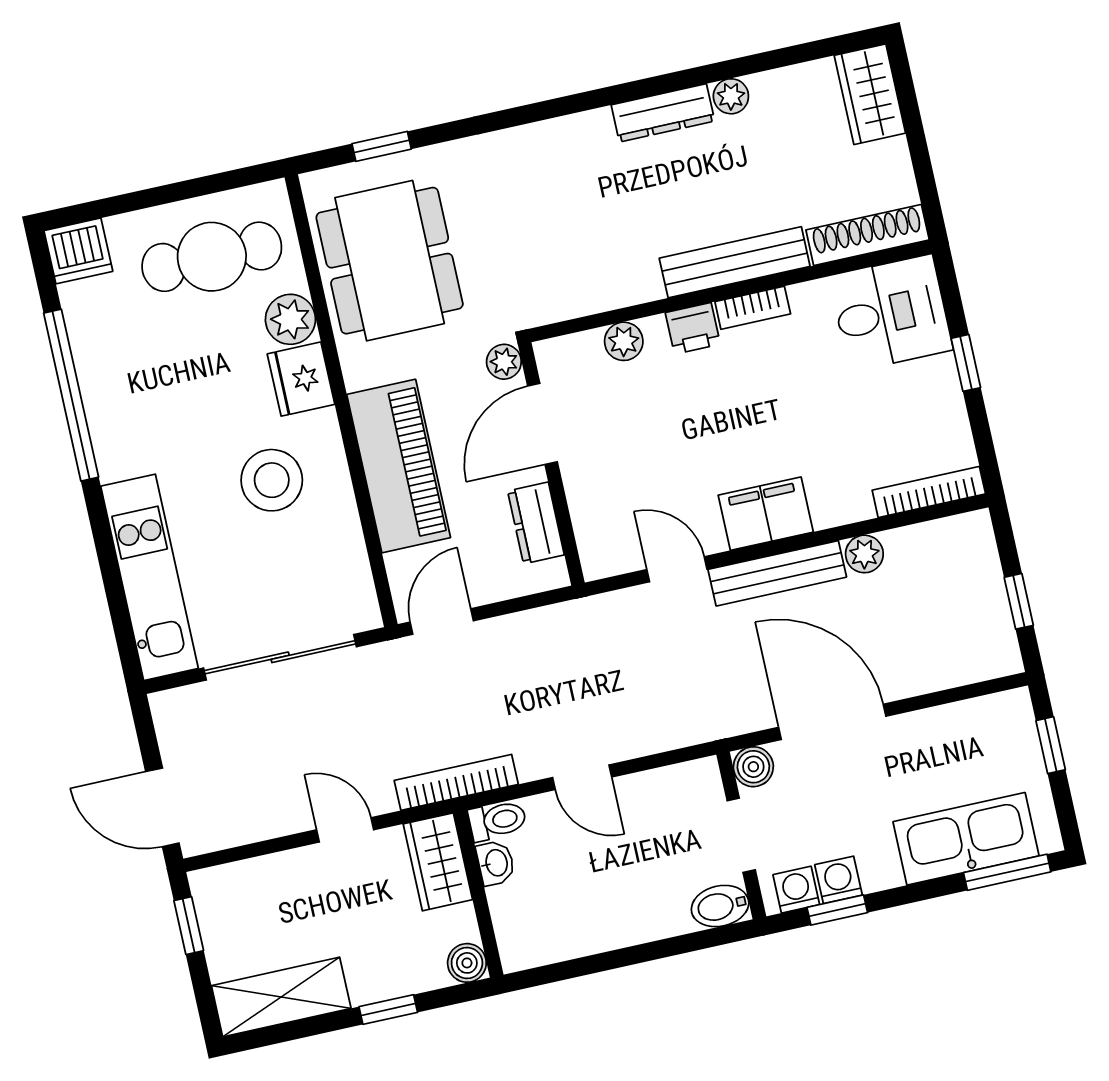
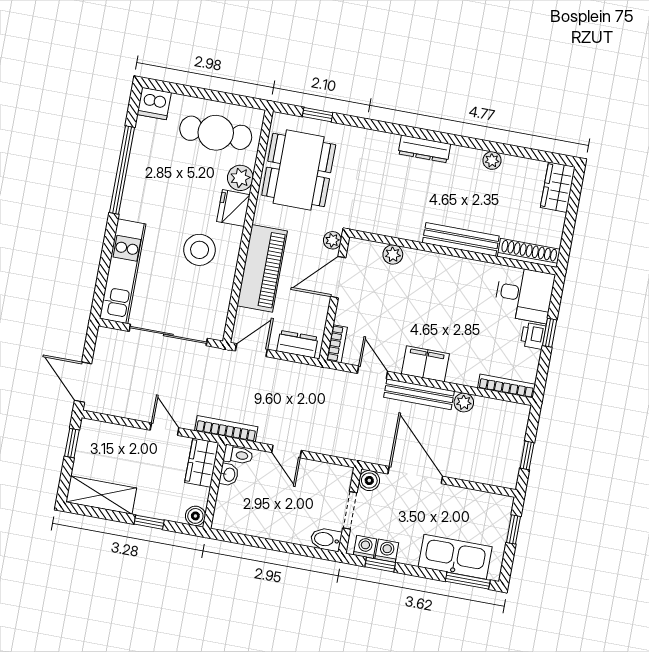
dresser: (663, 113) -> (424, 149), moved
bookcase: (753, 308) -> (337, 344), moved, turned -90
printer: (693, 328) -> (533, 336), moved, turned 90
dresser: (536, 523) -> (297, 344), moved, turned 90

